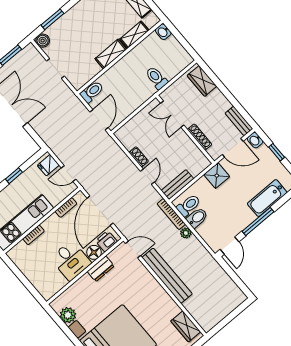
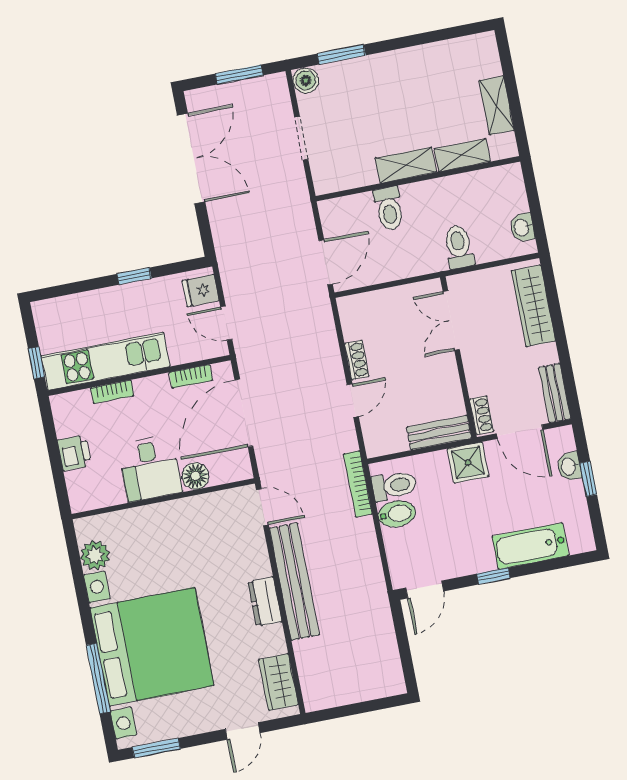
washbasin: (163, 32) -> (522, 228), moved
wardrobe: (202, 81) -> (533, 306), width x1.50
toilet: (92, 92) -> (389, 209), moved, turned 90
shoe rack: (200, 137) -> (482, 415), moved, width x0.70
washbasin: (255, 140) -> (569, 466), moved
bench: (177, 185) -> (439, 433), moved
window: (258, 222) -> (494, 576), width x0.46
plant: (186, 233) -> (365, 529), removed
printer: (106, 241) -> (74, 453), moved, turned 90
dresser: (101, 269) -> (265, 602), moved, turned 90

